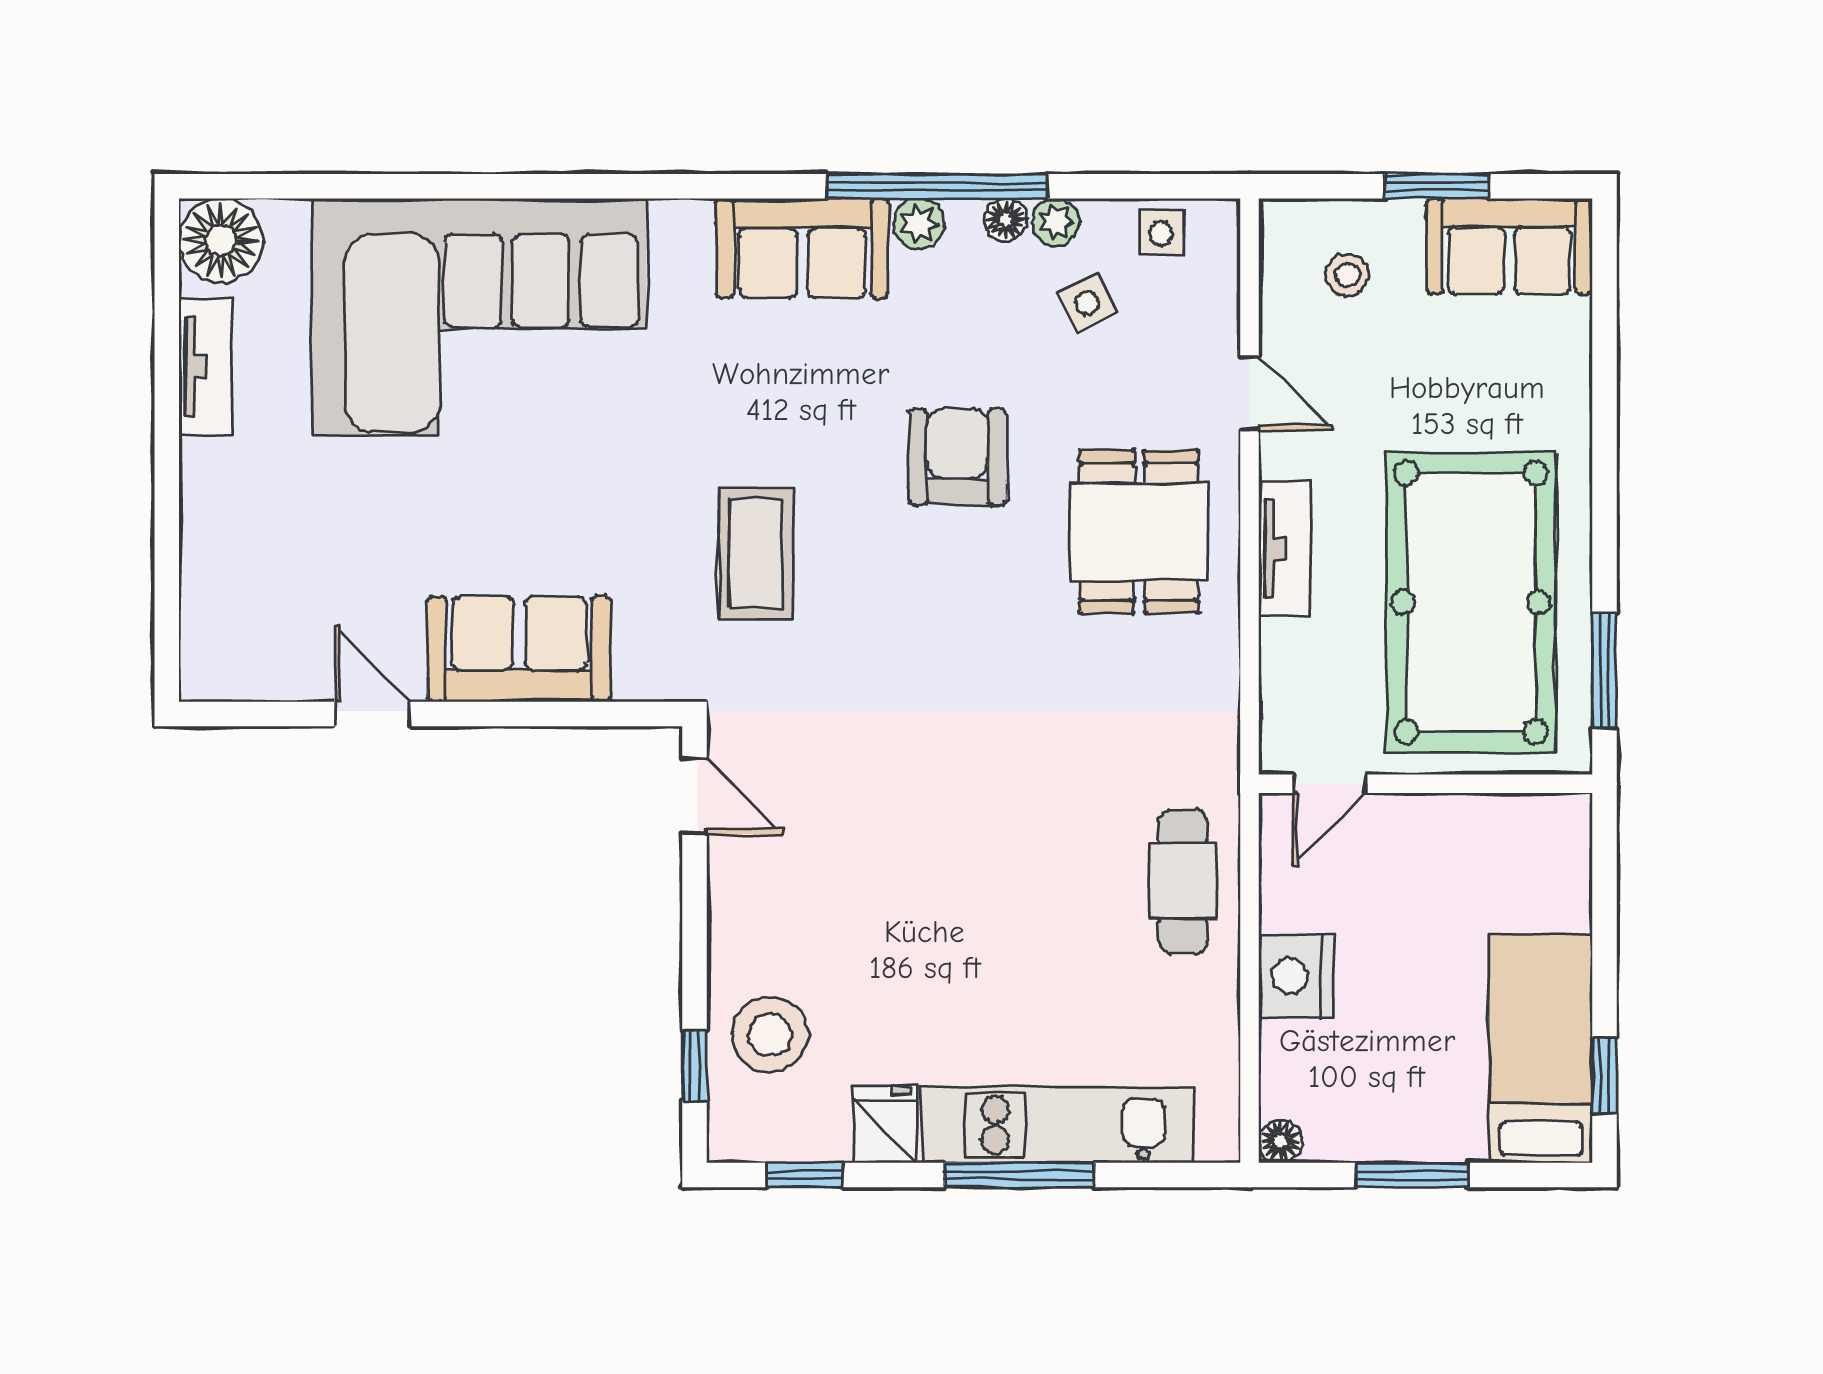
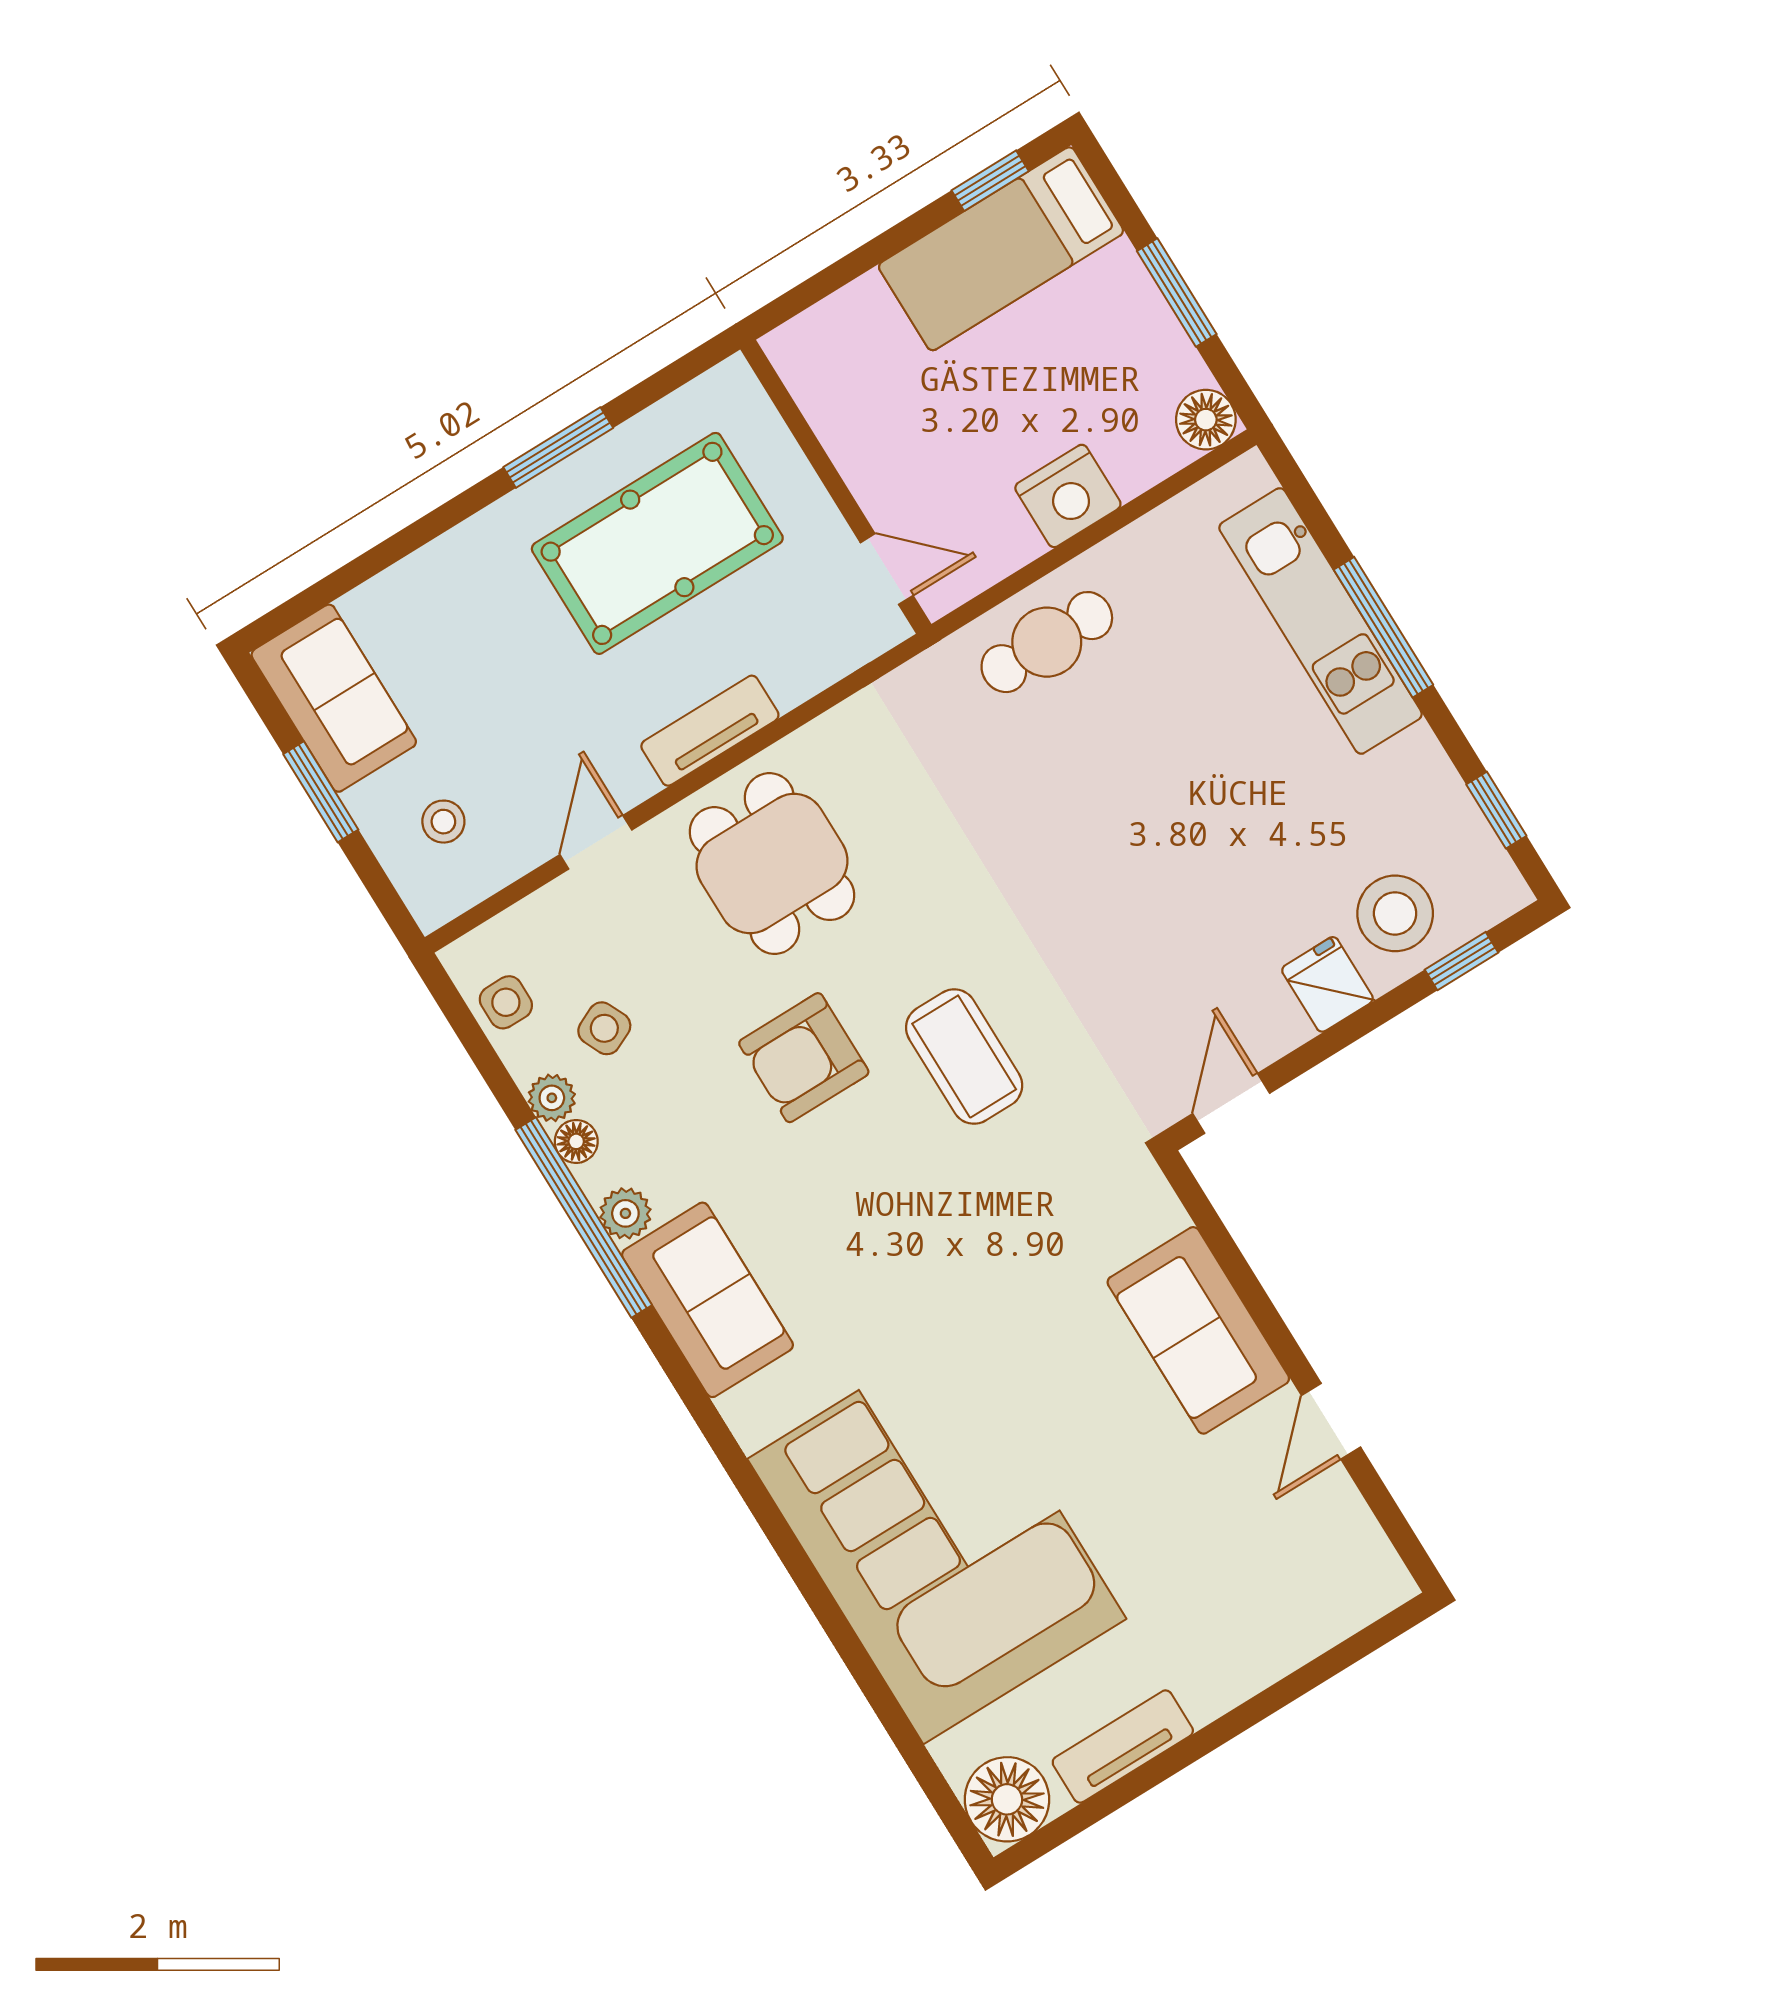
dining table: (1139, 532) -> (772, 864), turned 90
coffee table: (756, 554) -> (964, 1057), moved, turned 90
pool table: (1471, 602) -> (657, 543), width x0.73, depth x0.76
window: (1604, 671) -> (558, 448), moved
fridge: (885, 1124) -> (1327, 984), moved, turned 90
floor lamp: (1280, 1141) -> (1206, 420), width x1.37, depth x1.37

